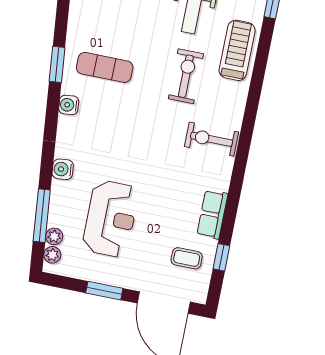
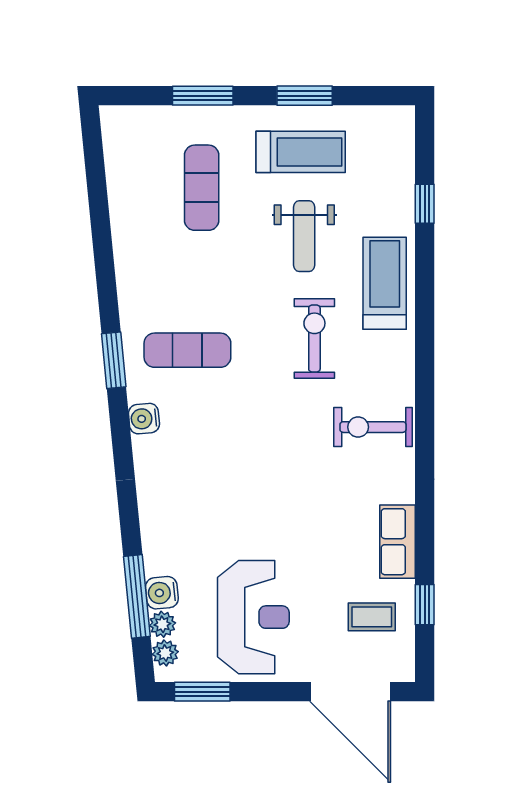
water cooler: (63, 169) -> (162, 593), moved
reception desk: (111, 219) -> (253, 617), moved
window: (104, 291) -> (202, 692), moved

